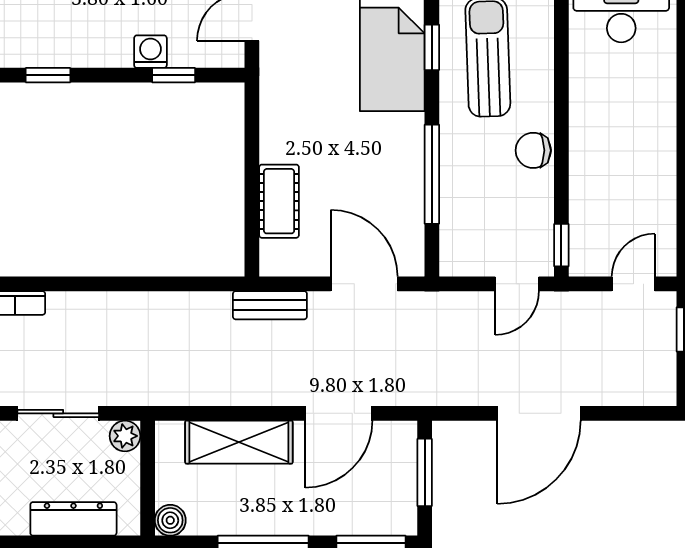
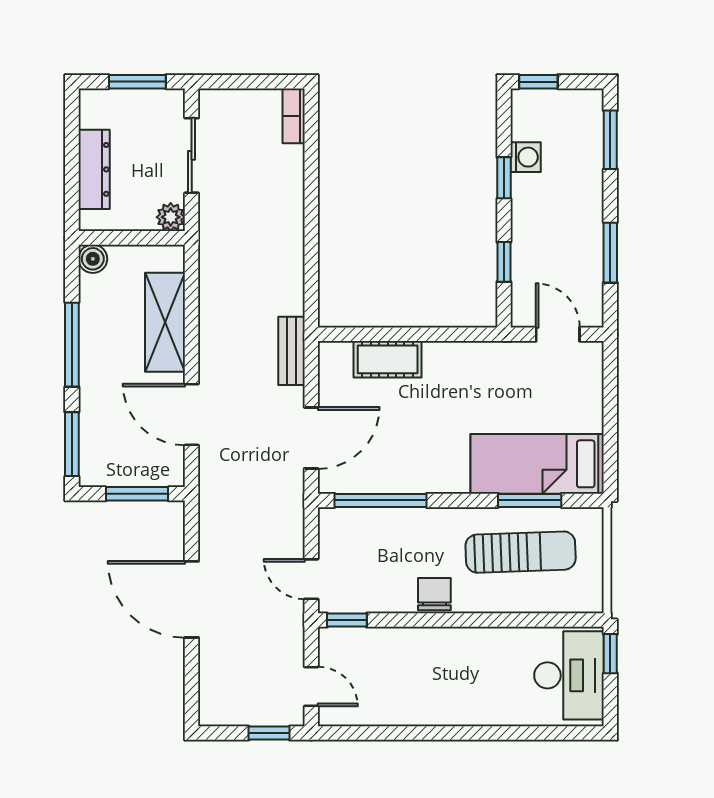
window: (432, 47) -> (530, 500), width x1.50
washing machine: (150, 52) -> (526, 157), moved
window: (48, 75) -> (504, 178), moved
window: (432, 174) -> (381, 500), moved

